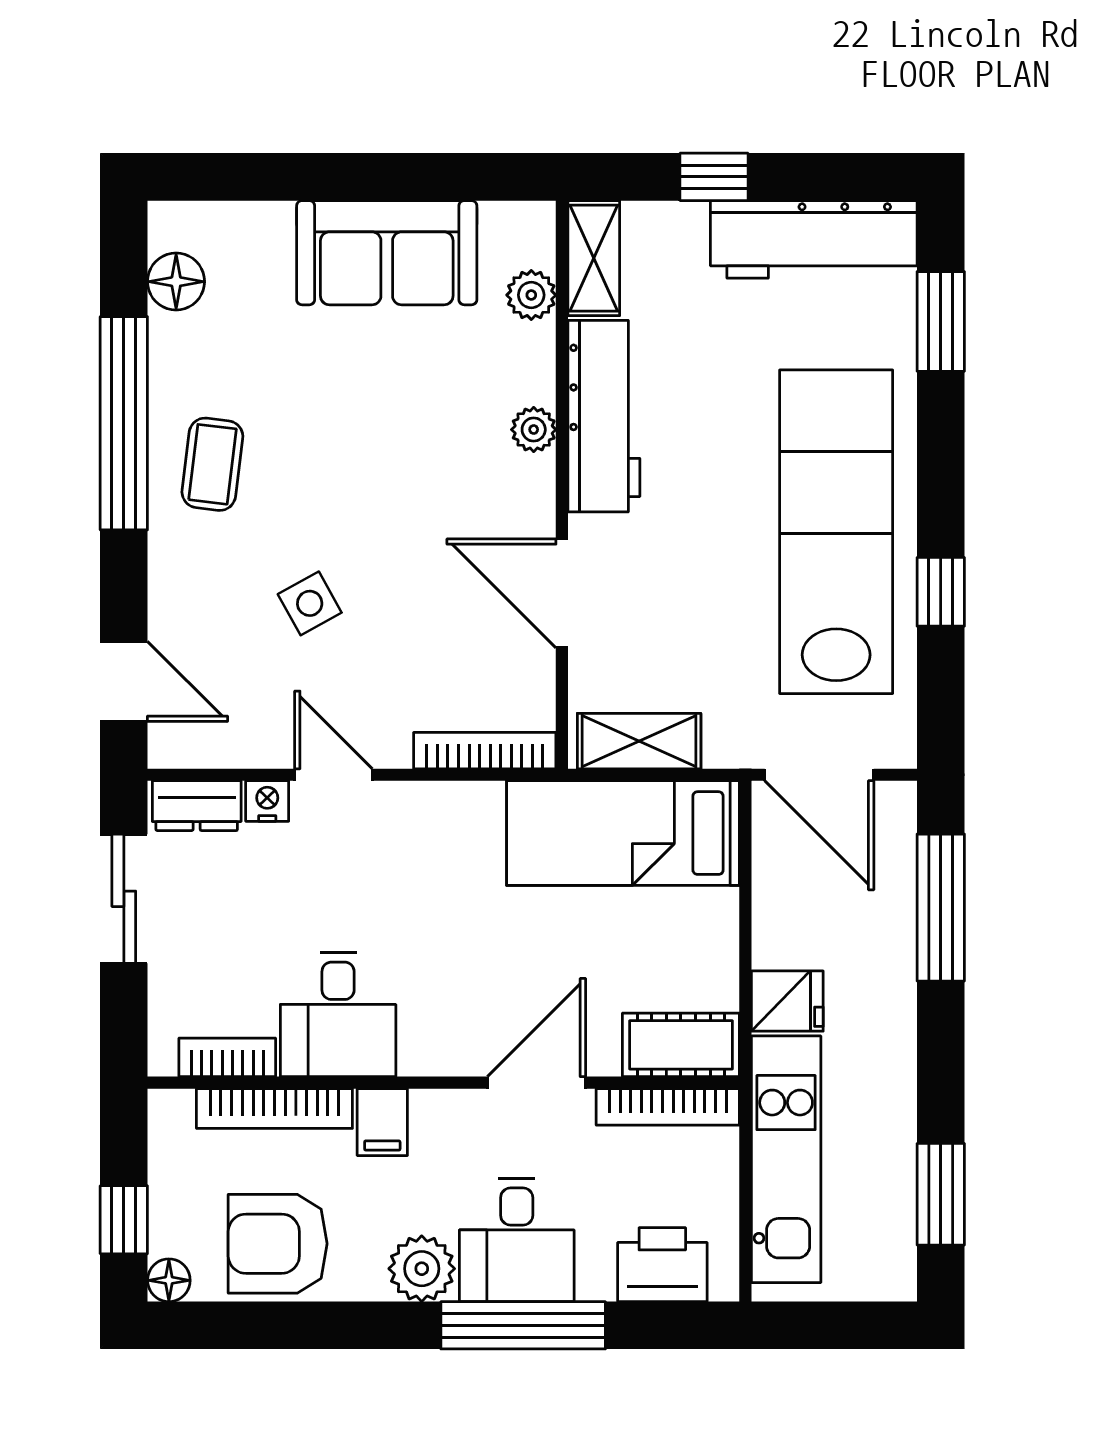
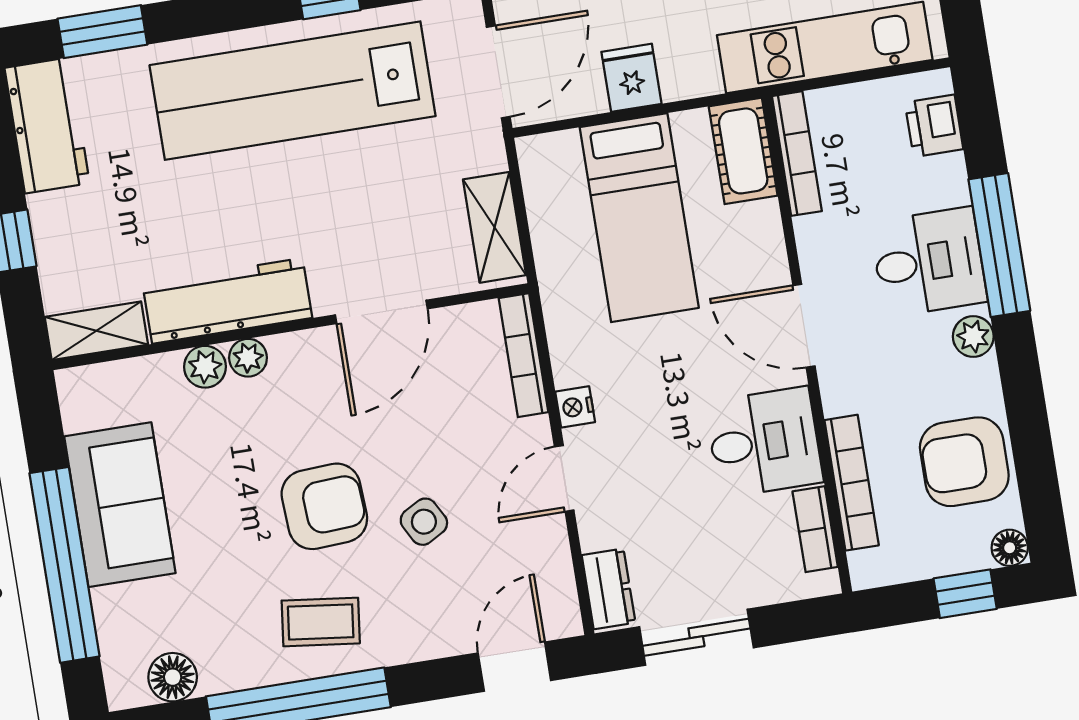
window: (327, 177) -> (65, 565), added
workbench: (814, 239) -> (47, 125), width x0.73
plant: (531, 295) -> (205, 367), moved
armchair: (346, 490) -> (324, 506), added
nightstand: (267, 801) -> (575, 407), moved
bed: (623, 833) -> (639, 218), moved
fridge: (787, 1001) -> (631, 78), moved
door: (536, 1083) -> (804, 326), moved
filing cabinet: (382, 1122) -> (848, 391), removed
armchair: (278, 1244) -> (964, 462), turned 90
printer: (662, 1265) -> (934, 126), width x0.73, depth x0.81
plant: (422, 1269) -> (973, 336), width x0.73, depth x0.73

